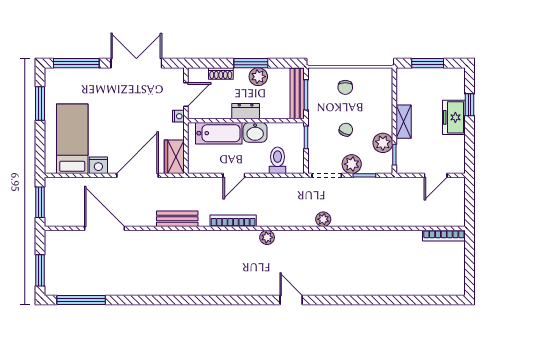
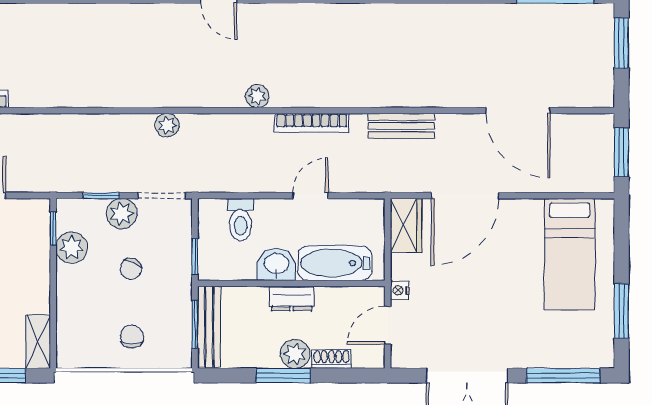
plant: (258, 77) -> (295, 354), moved
shelving: (404, 122) -> (38, 342), moved
nightstand: (98, 165) -> (528, 212), removed

